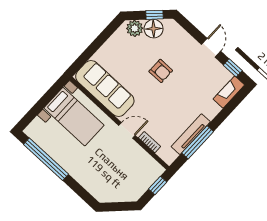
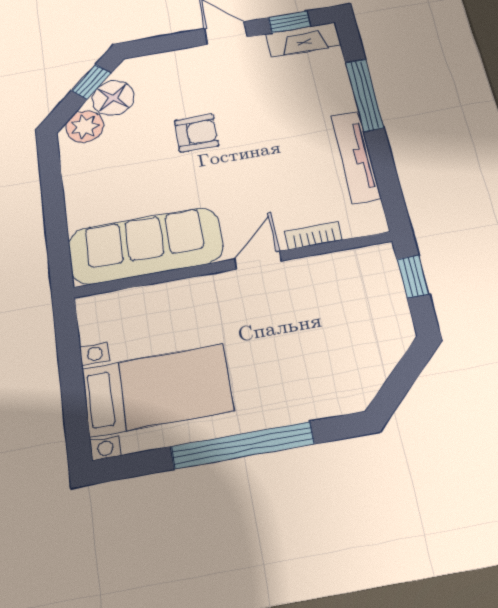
fireplace: (229, 92) -> (303, 40), moved, turned -90
bed with nightstands: (74, 117) -> (157, 390), moved
window: (198, 142) -> (365, 95), moved
window: (46, 159) -> (242, 445), moved

